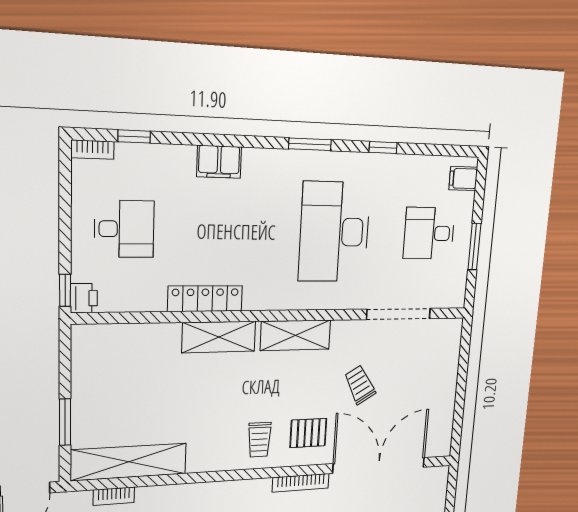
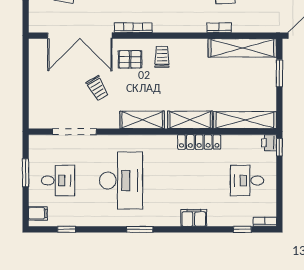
window: (383, 147) -> (67, 229), moved
shelving: (126, 338) -> (245, 120), added
bookcase: (114, 496) -> (219, 28), moved

